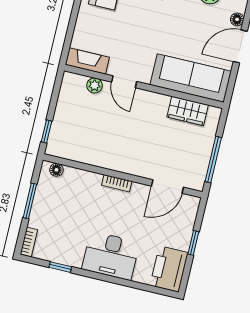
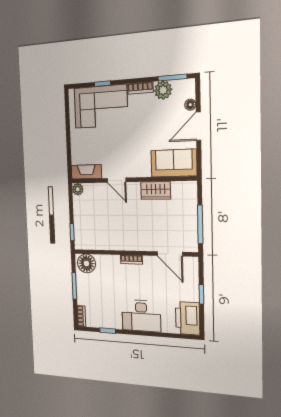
sofa: (191, 78) -> (174, 163), width x0.73
plant: (95, 85) -> (78, 189), moved
wardrobe: (188, 111) -> (156, 190), moved
floor lamp: (56, 170) -> (86, 263), width x1.89, depth x1.89
door: (167, 187) -> (170, 254), hinge flipped

